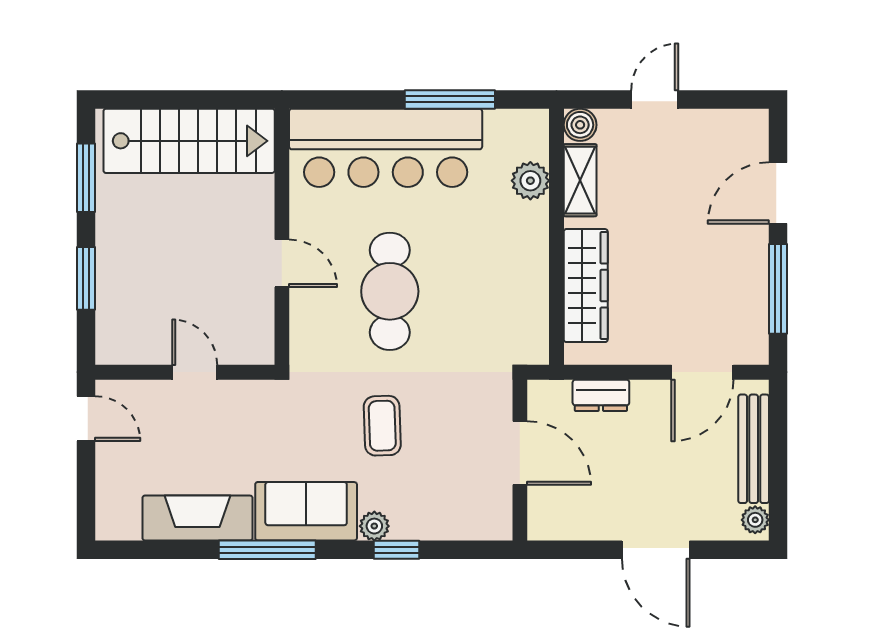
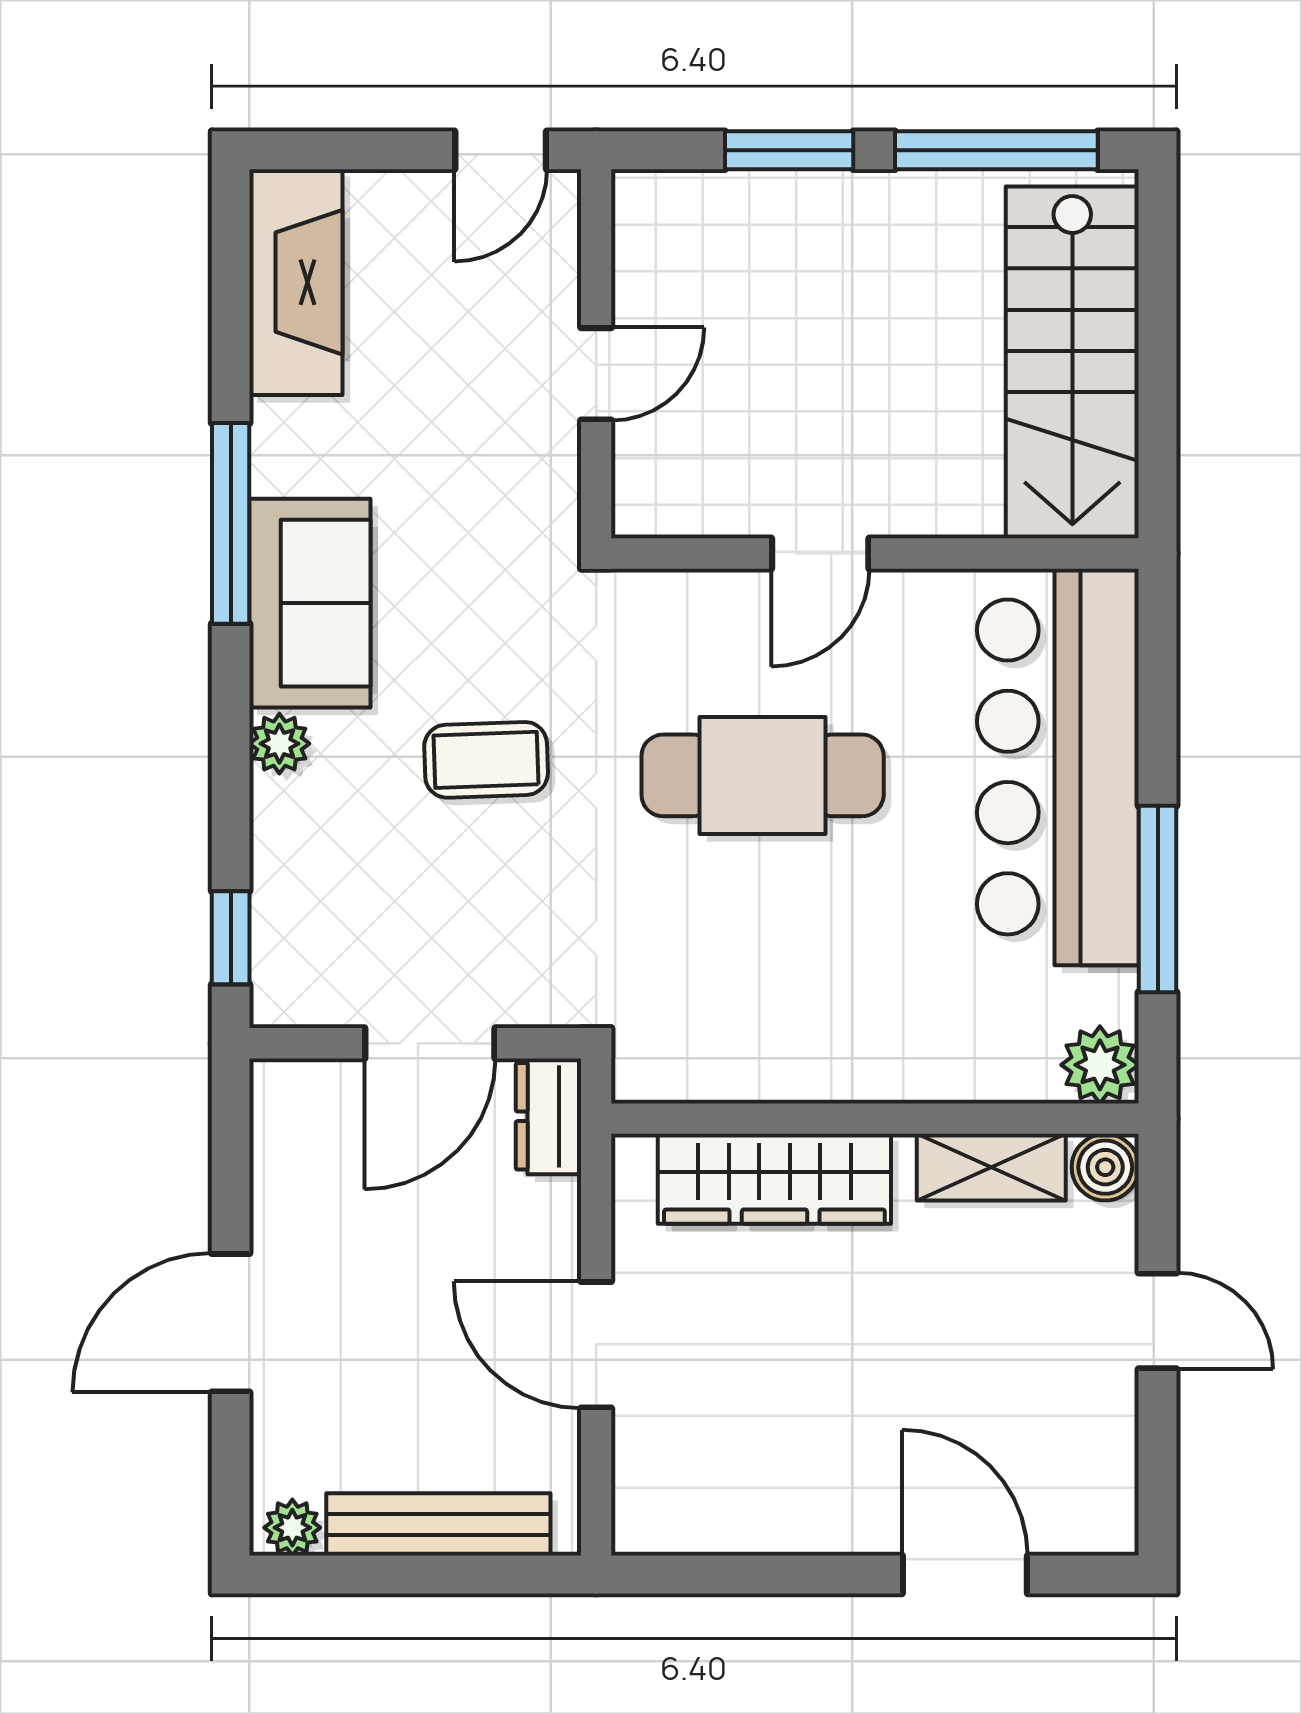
window: (86, 178) -> (996, 150), width x1.44
plant: (530, 181) -> (1100, 1065), moved
window: (778, 289) -> (768, 1575), removed
door: (702, 372) -> (596, 1345), moved
dresser: (601, 395) -> (548, 1116), moved
fireplace: (197, 518) -> (296, 282), moved
window: (396, 550) -> (231, 938), moved

